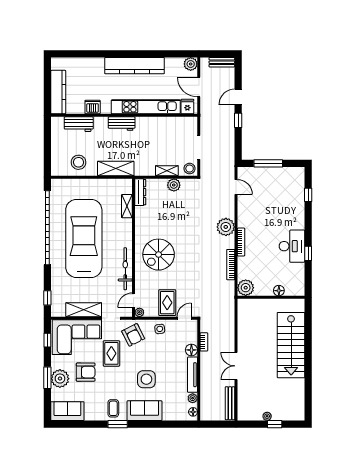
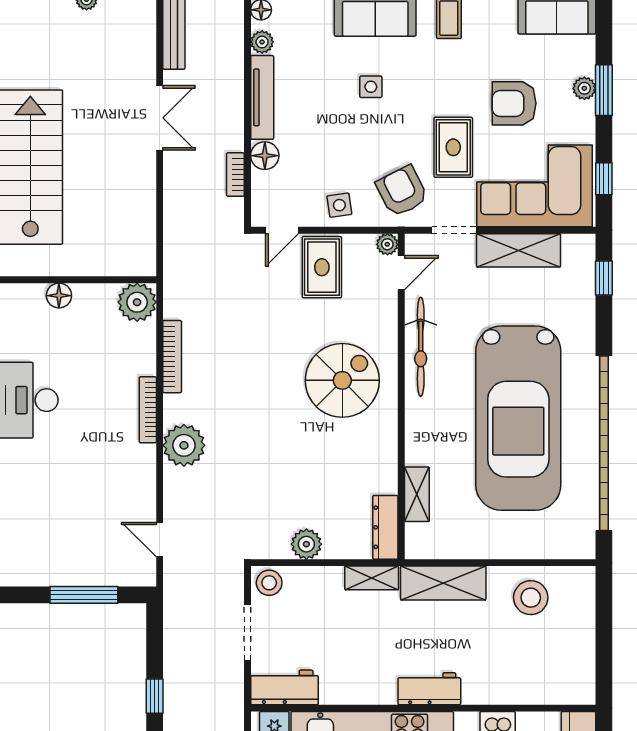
workbench: (79, 124) -> (284, 687), moved
shelving: (167, 171) -> (372, 578), moved
plant: (60, 379) -> (584, 88), width x0.53, depth x0.53
side table: (146, 379) -> (371, 87), width x0.54, depth x0.54

